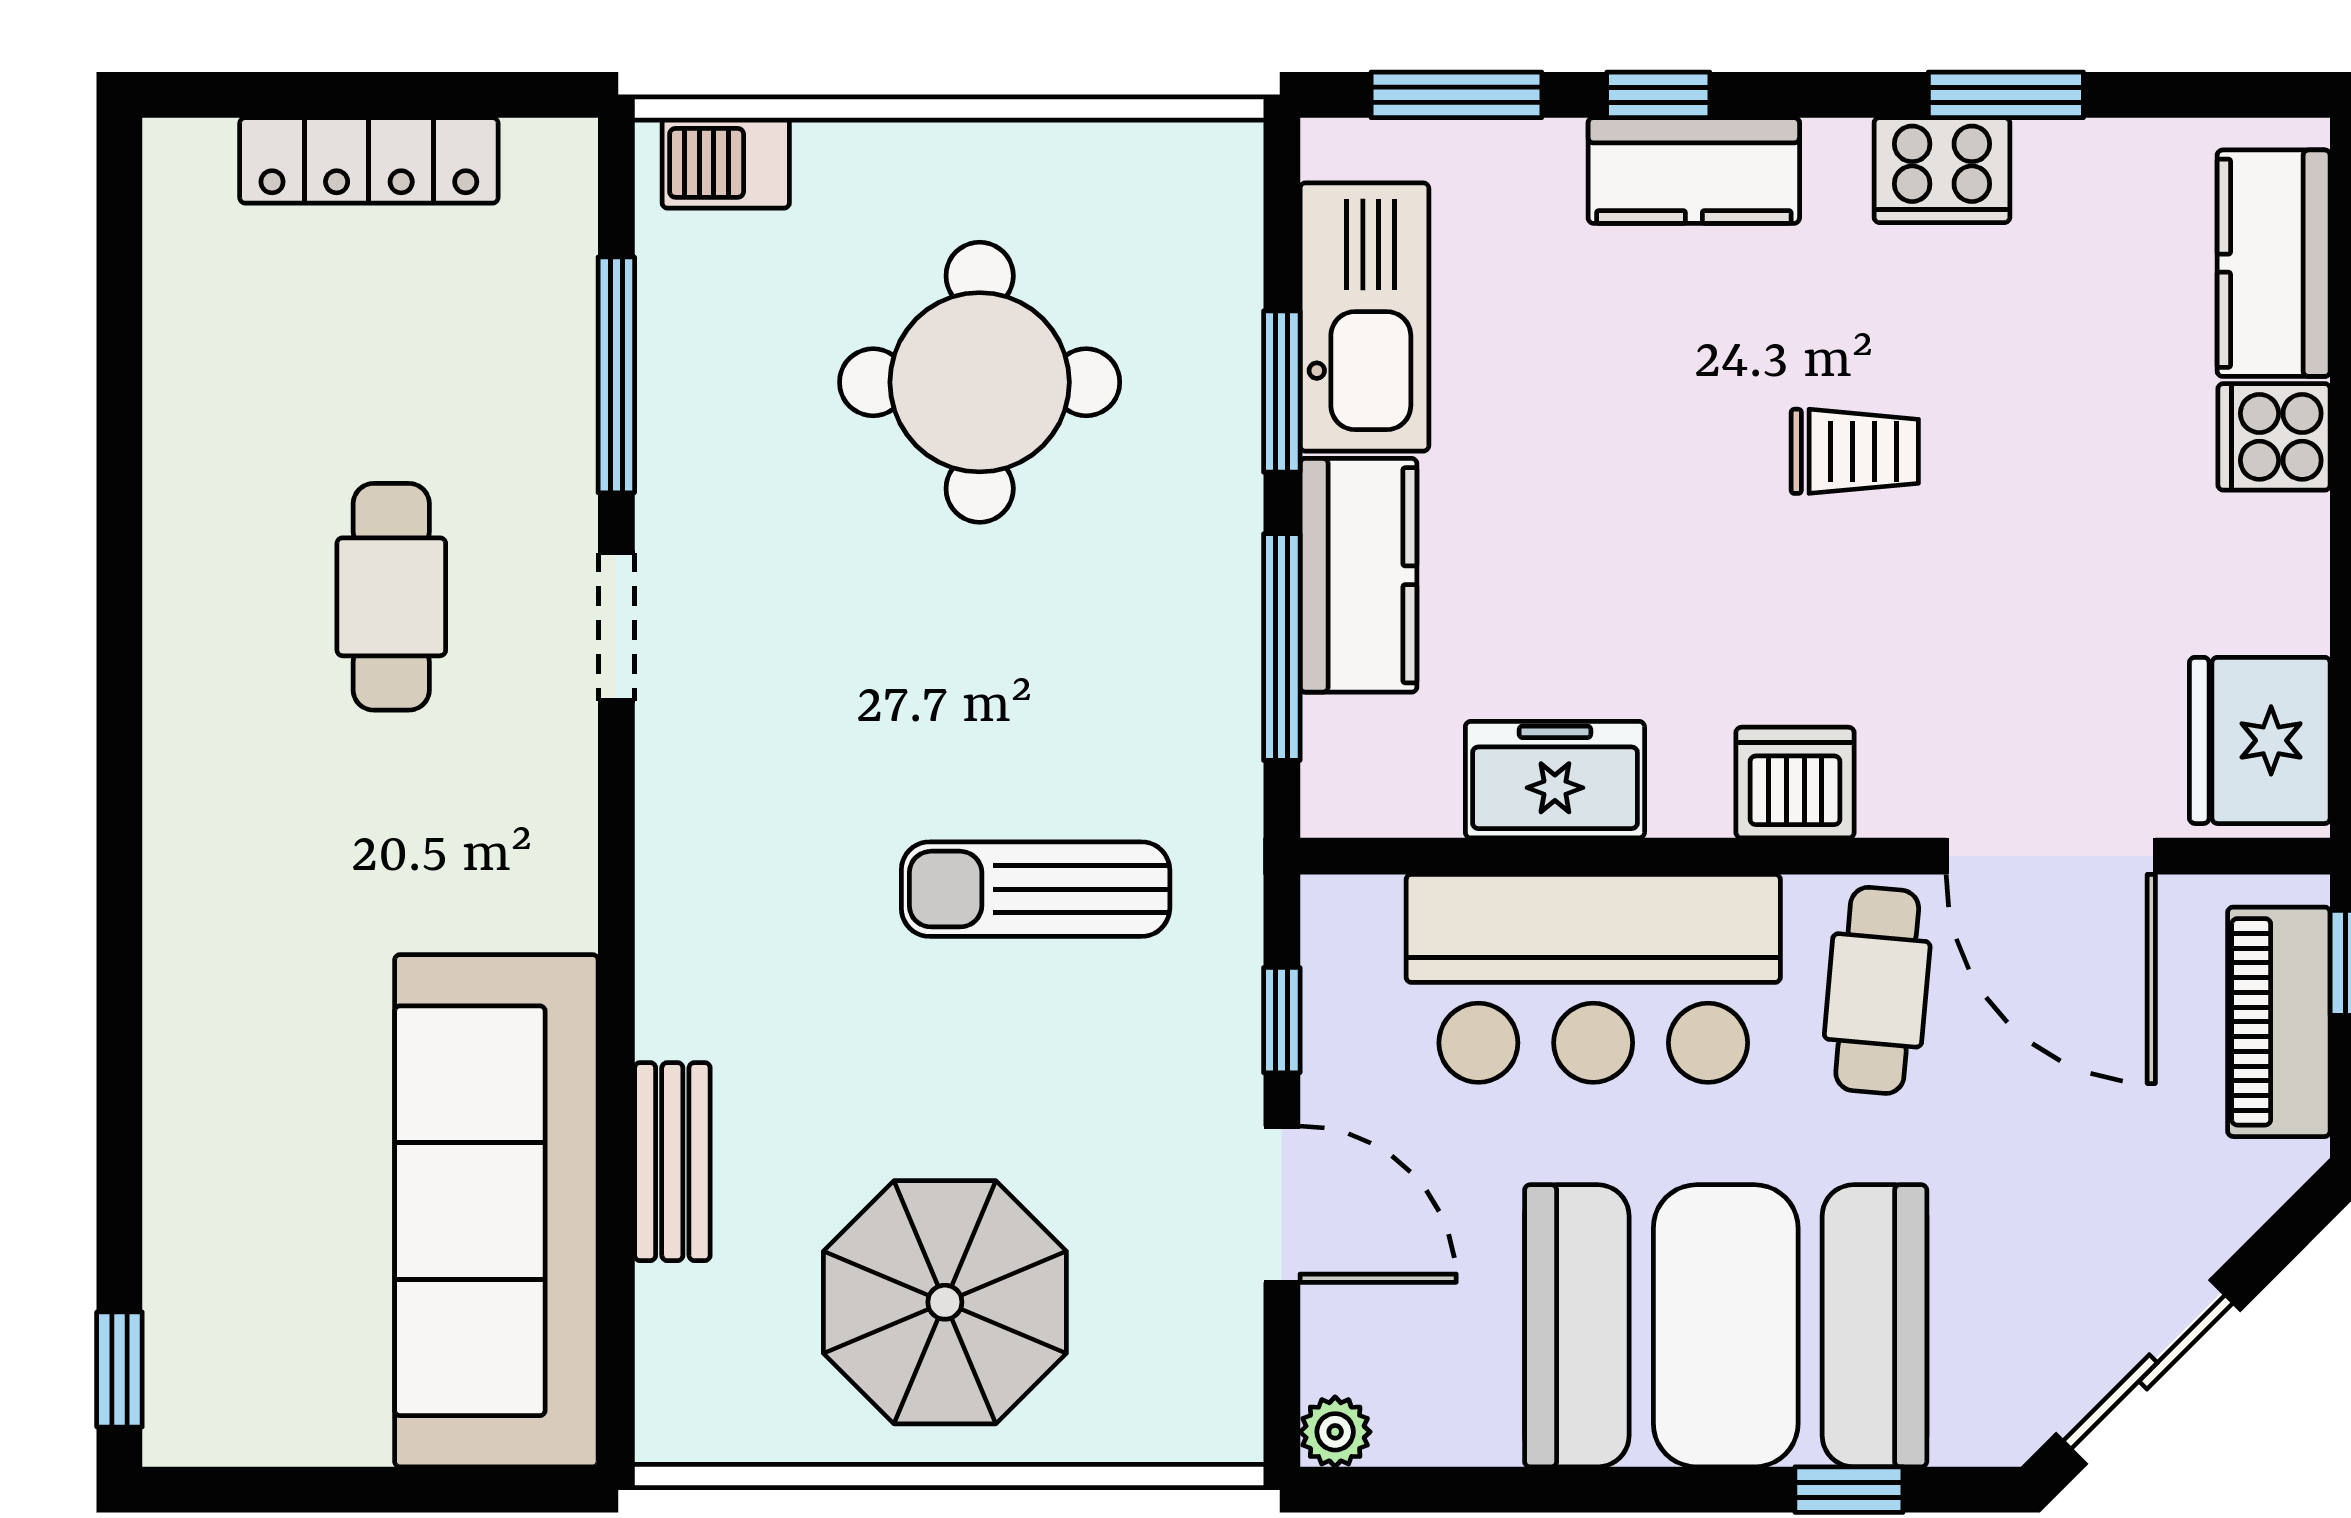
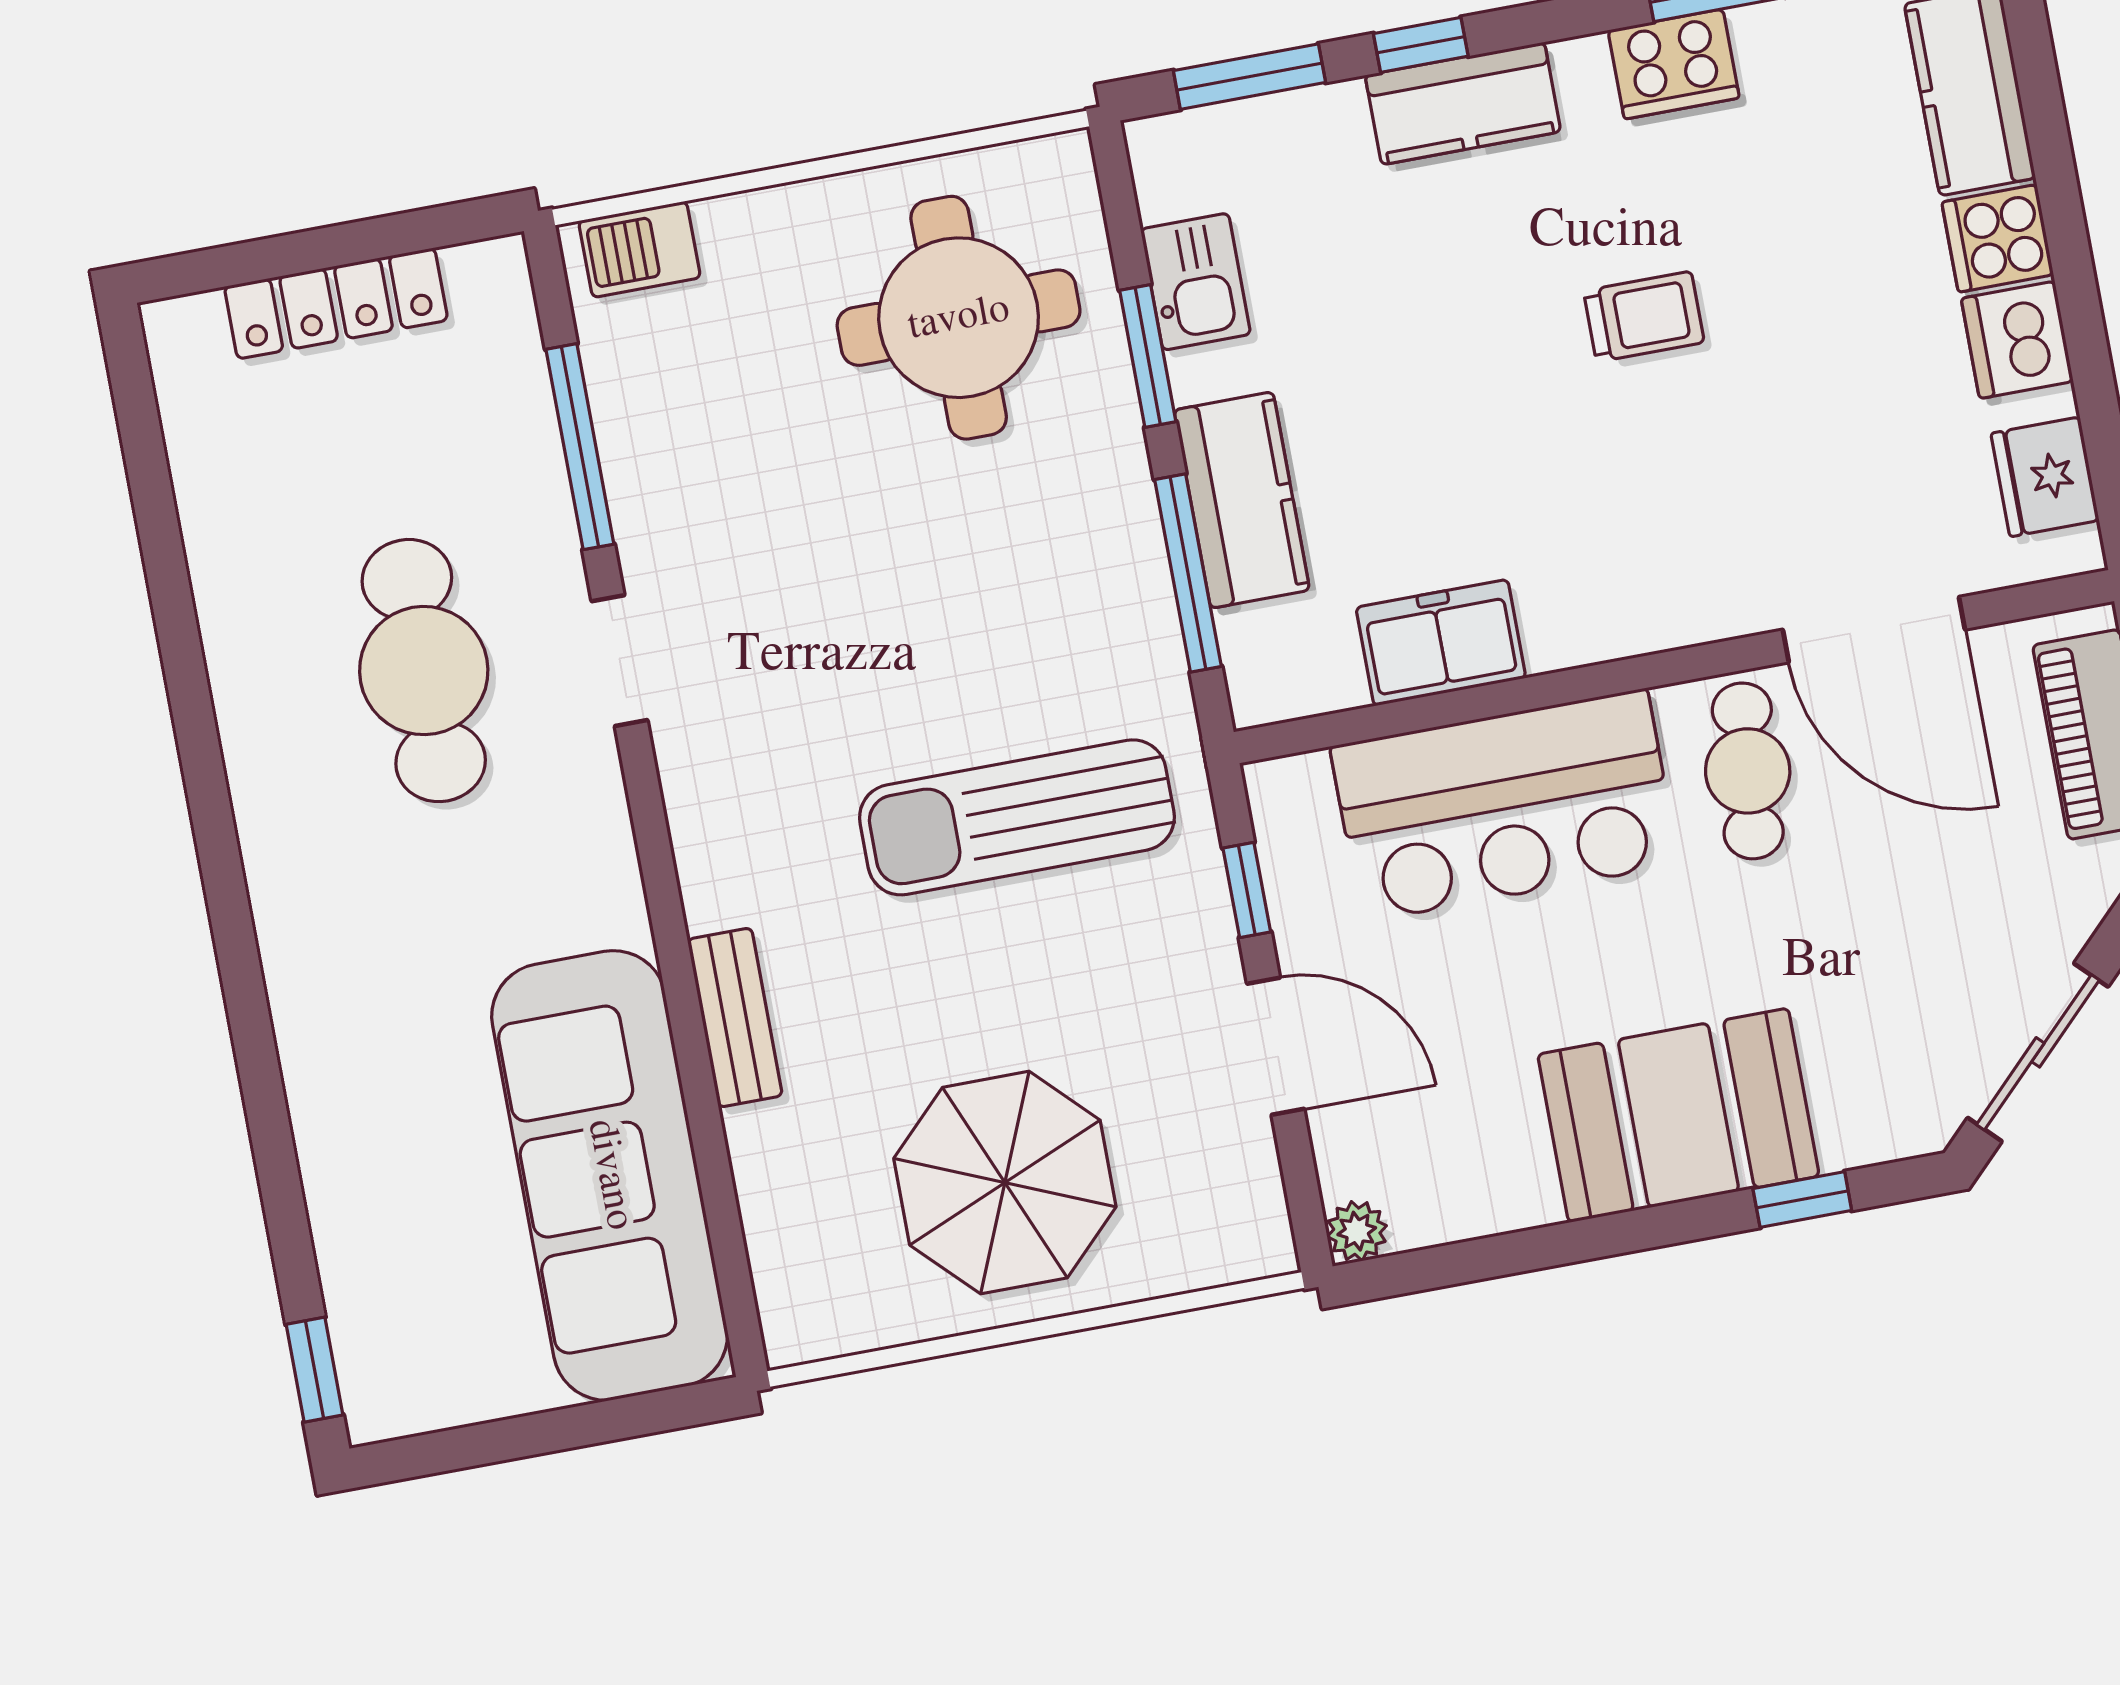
kitchen sink: (1364, 317) -> (1196, 282), width x0.53, depth x0.81
round table: (980, 382) -> (959, 318), moved
cafe table: (391, 597) -> (424, 671), width x1.37, depth x1.35
fridge: (2260, 740) -> (2045, 477), width x0.73, depth x0.75
dishwasher: (1795, 783) -> (2017, 340), moved, turned -90
sun lounger: (1036, 889) -> (1017, 817), width x1.36, depth x1.34
bench: (672, 1162) -> (735, 1018), moved
booth: (1726, 1326) -> (1678, 1115), width x0.73, depth x0.70

